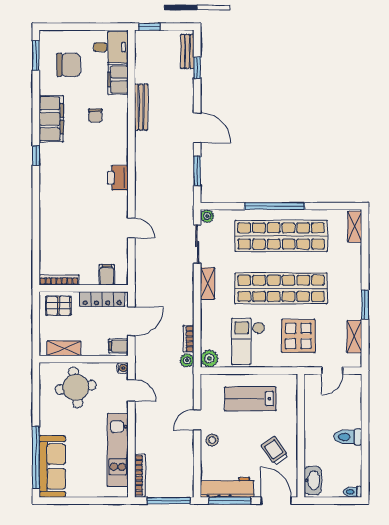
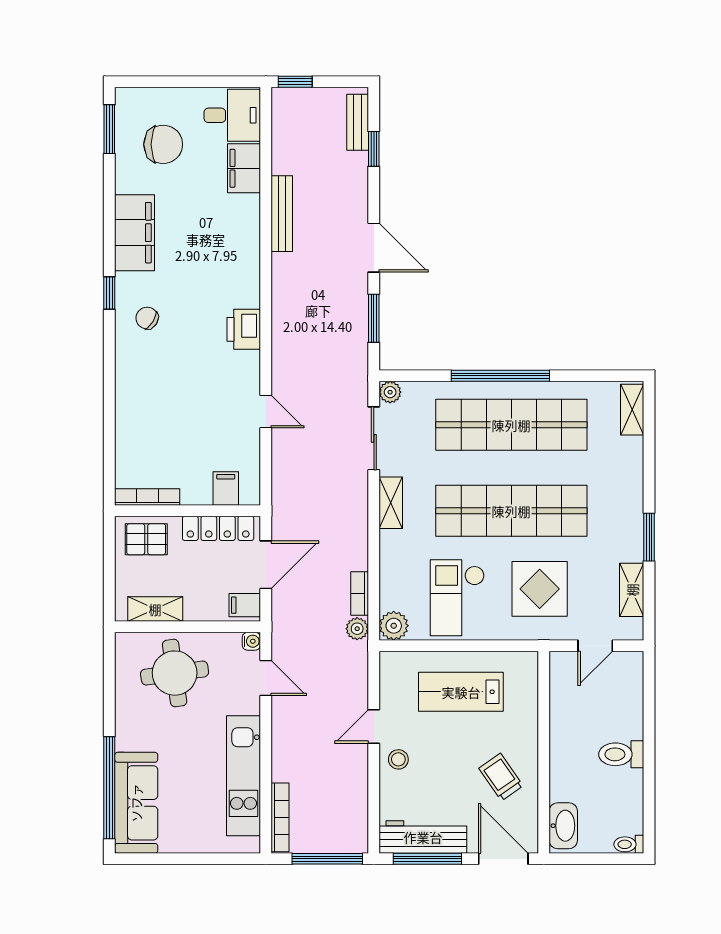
chair: (95, 116) -> (147, 318), moved, turned 122

